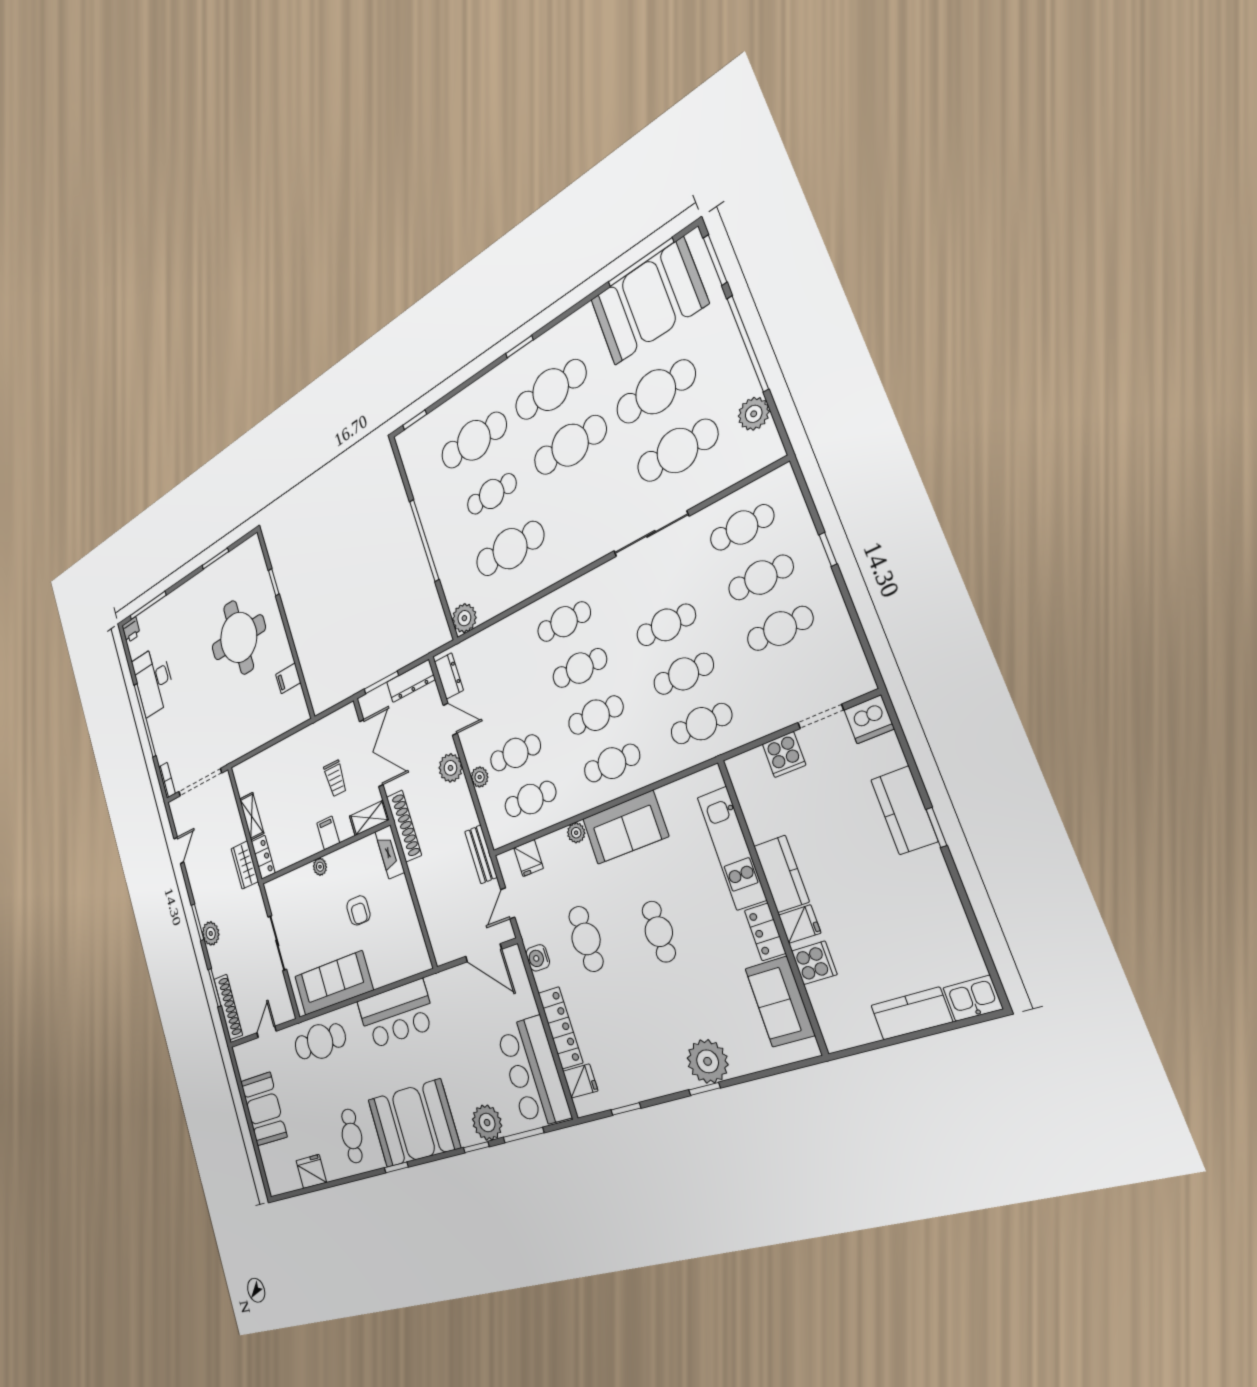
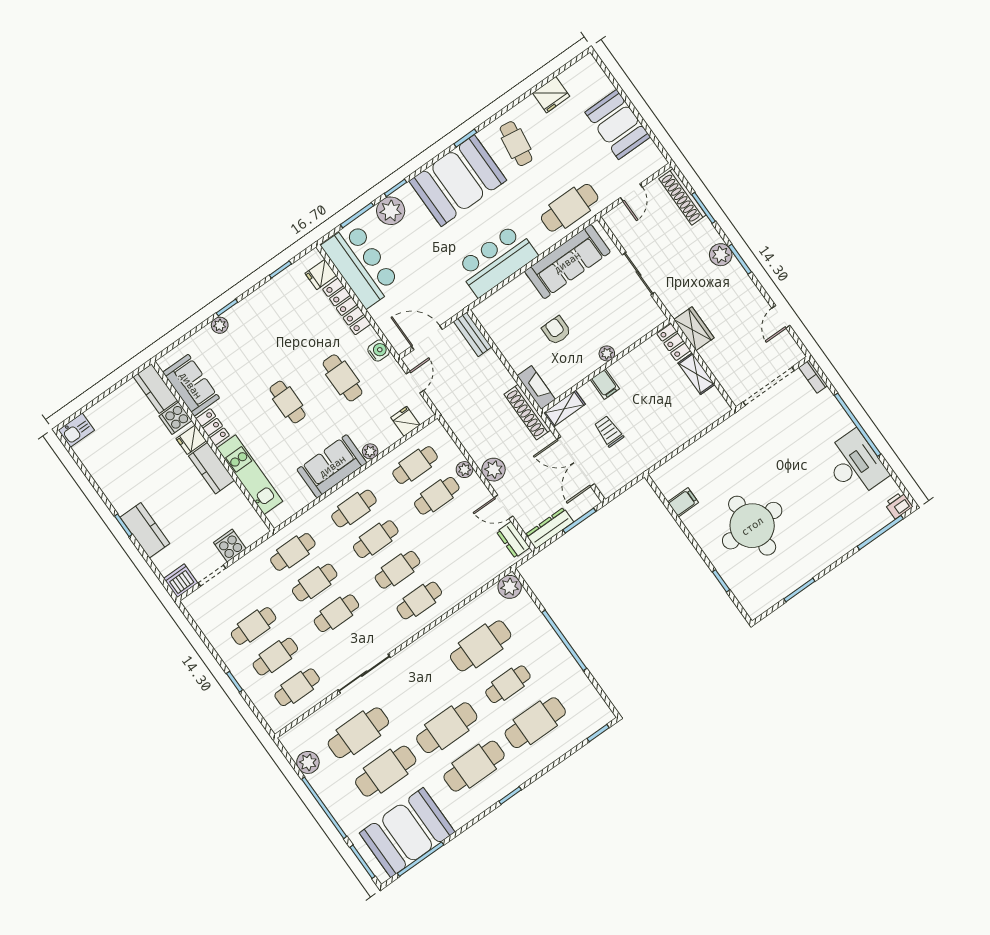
bench: (481, 854) -> (473, 334), moved
kitchen counter: (911, 1014) -> (155, 389), moved, turned 90
plant: (708, 1061) -> (220, 325), width x0.53, depth x0.53

